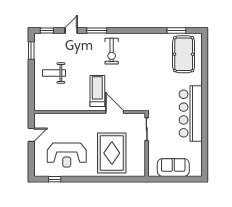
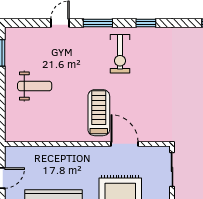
window: (47, 30) -> (146, 23), moved
weight bench: (54, 73) -> (35, 86), turned 180

